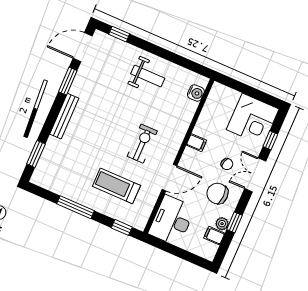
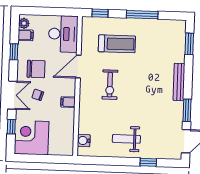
window: (119, 34) -> (148, 162), moved
plant: (222, 224) -> (24, 23), moved

